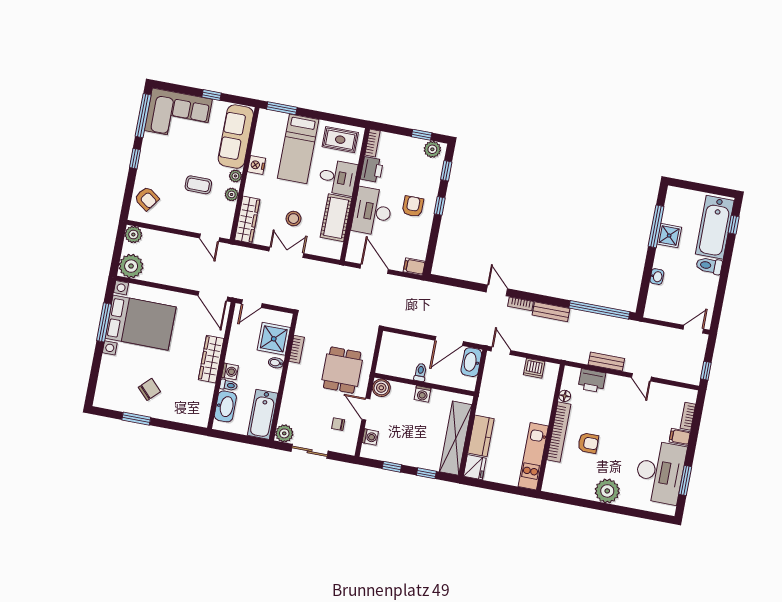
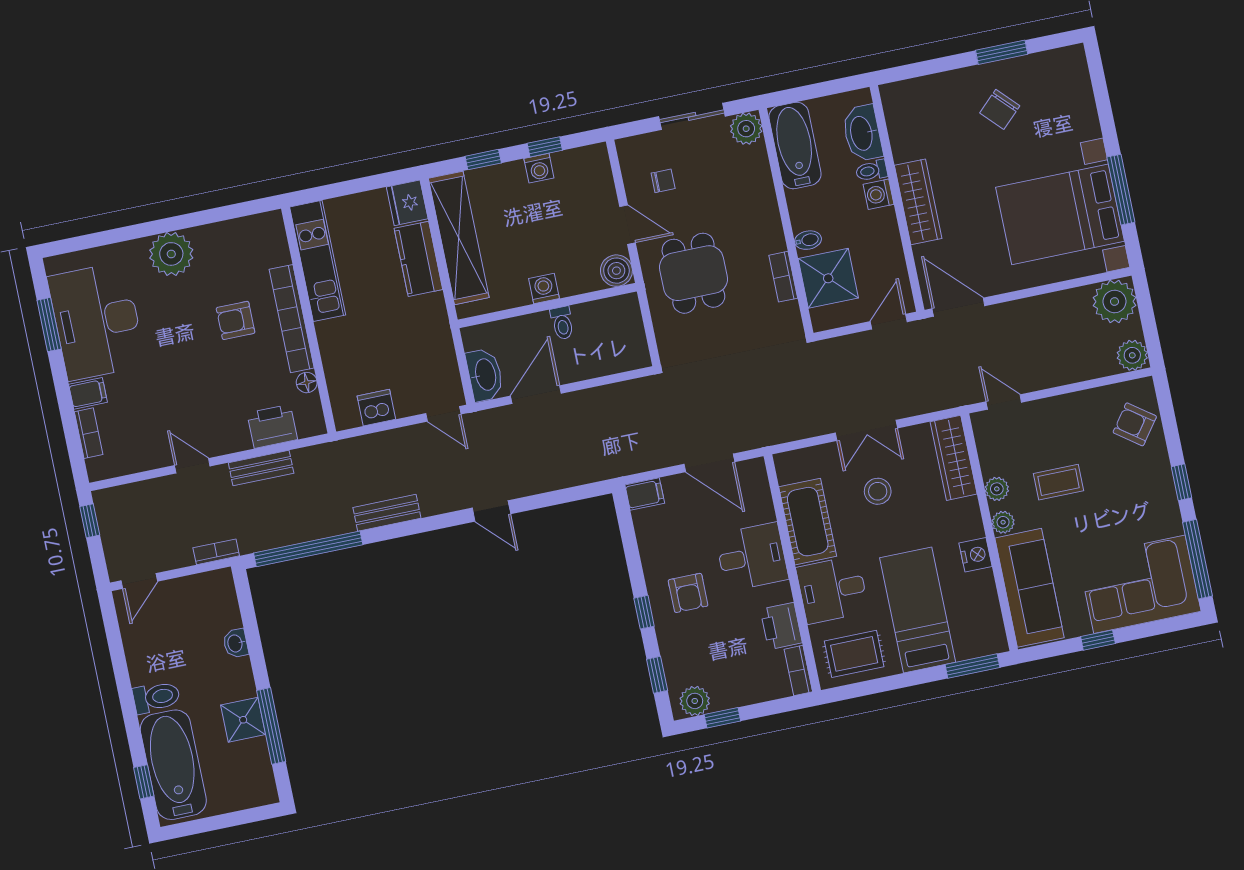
desk: (372, 211) -> (752, 557), width x0.73
bookcase: (521, 304) -> (216, 552), moved
washing machine: (370, 437) -> (539, 168), moved, turned -90

